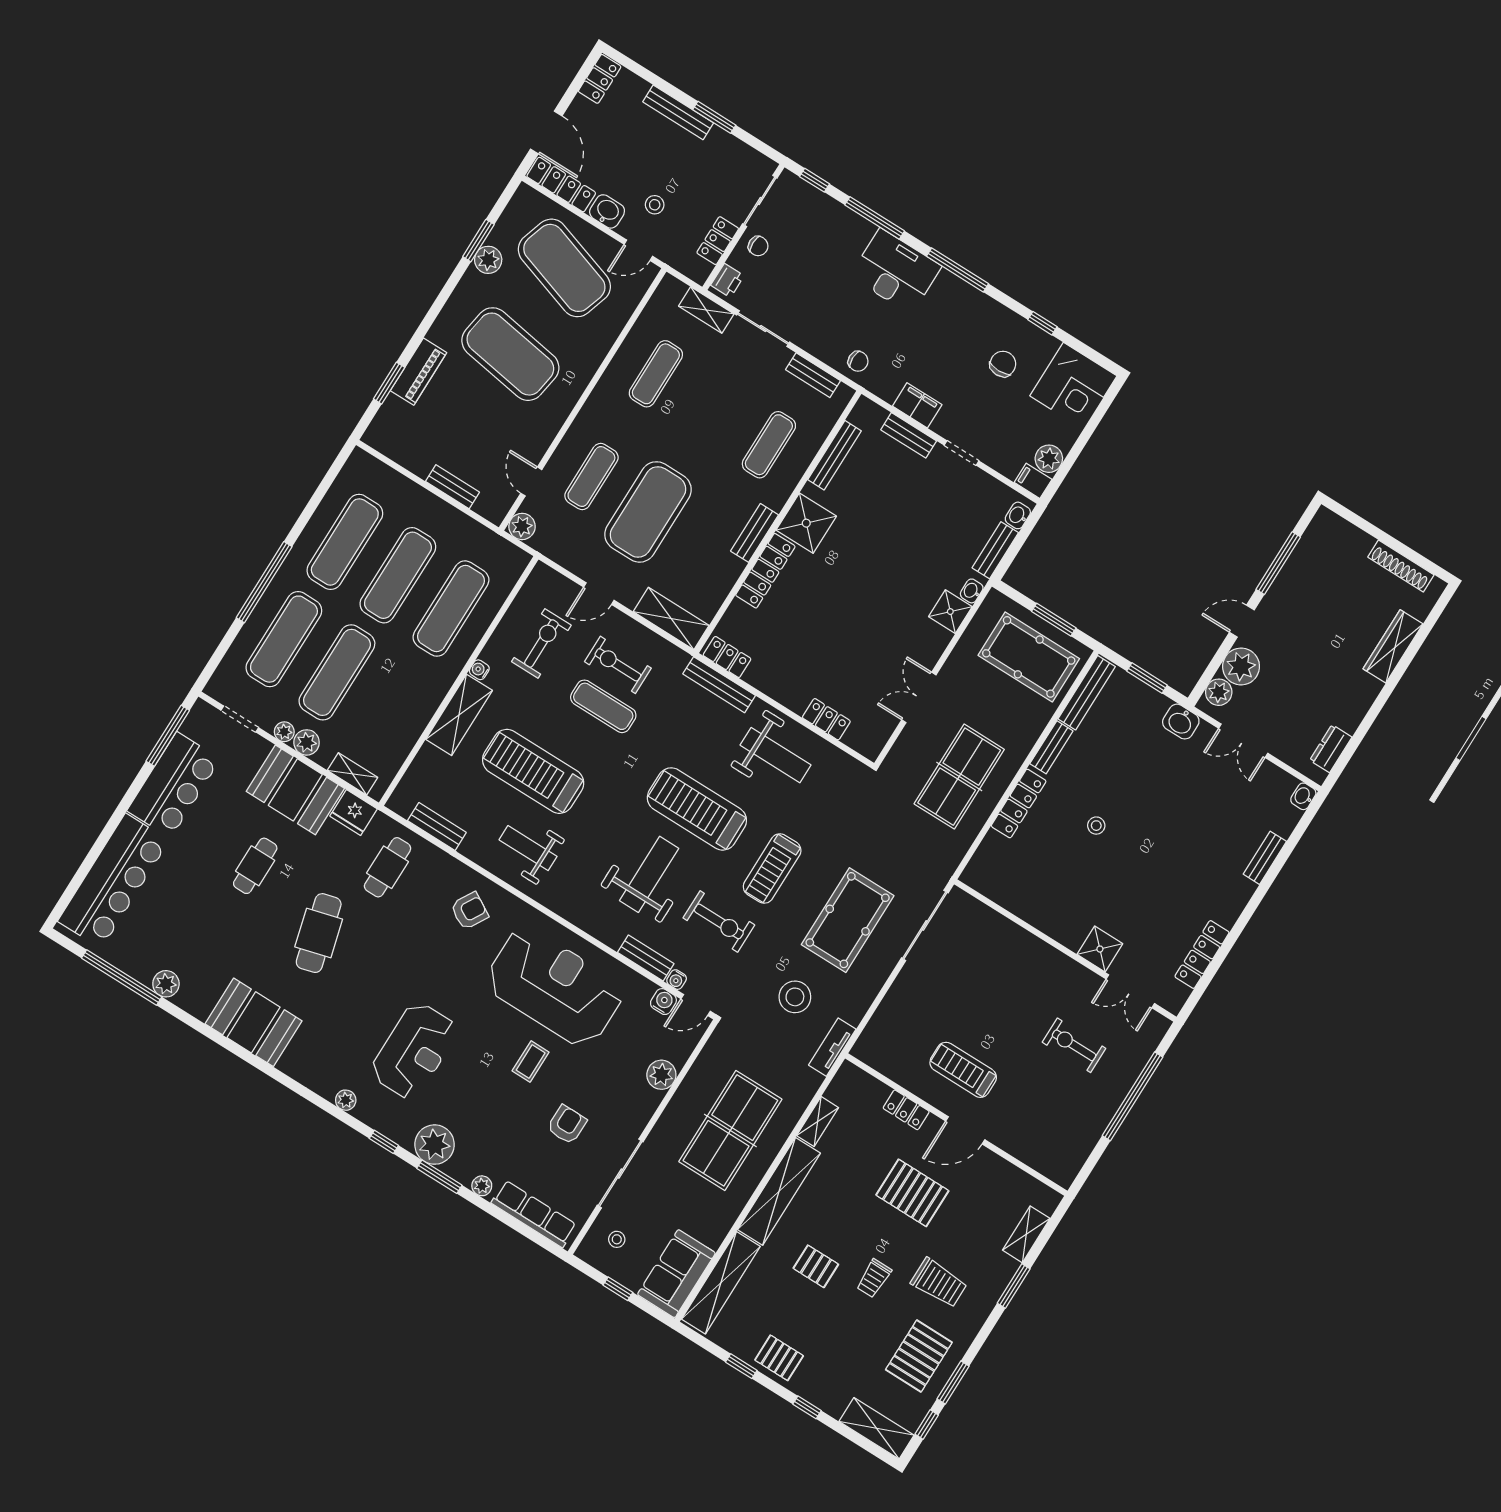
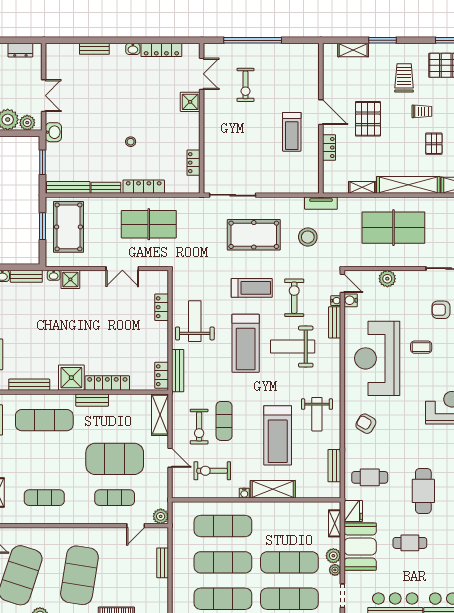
exercise mat: (769, 445) -> (44, 420), width x1.36, depth x1.45
washbasin: (1303, 796) -> (133, 49), moved
locker: (1008, 898) -> (193, 163), added
cafe table: (319, 933) -> (423, 491), turned -75

